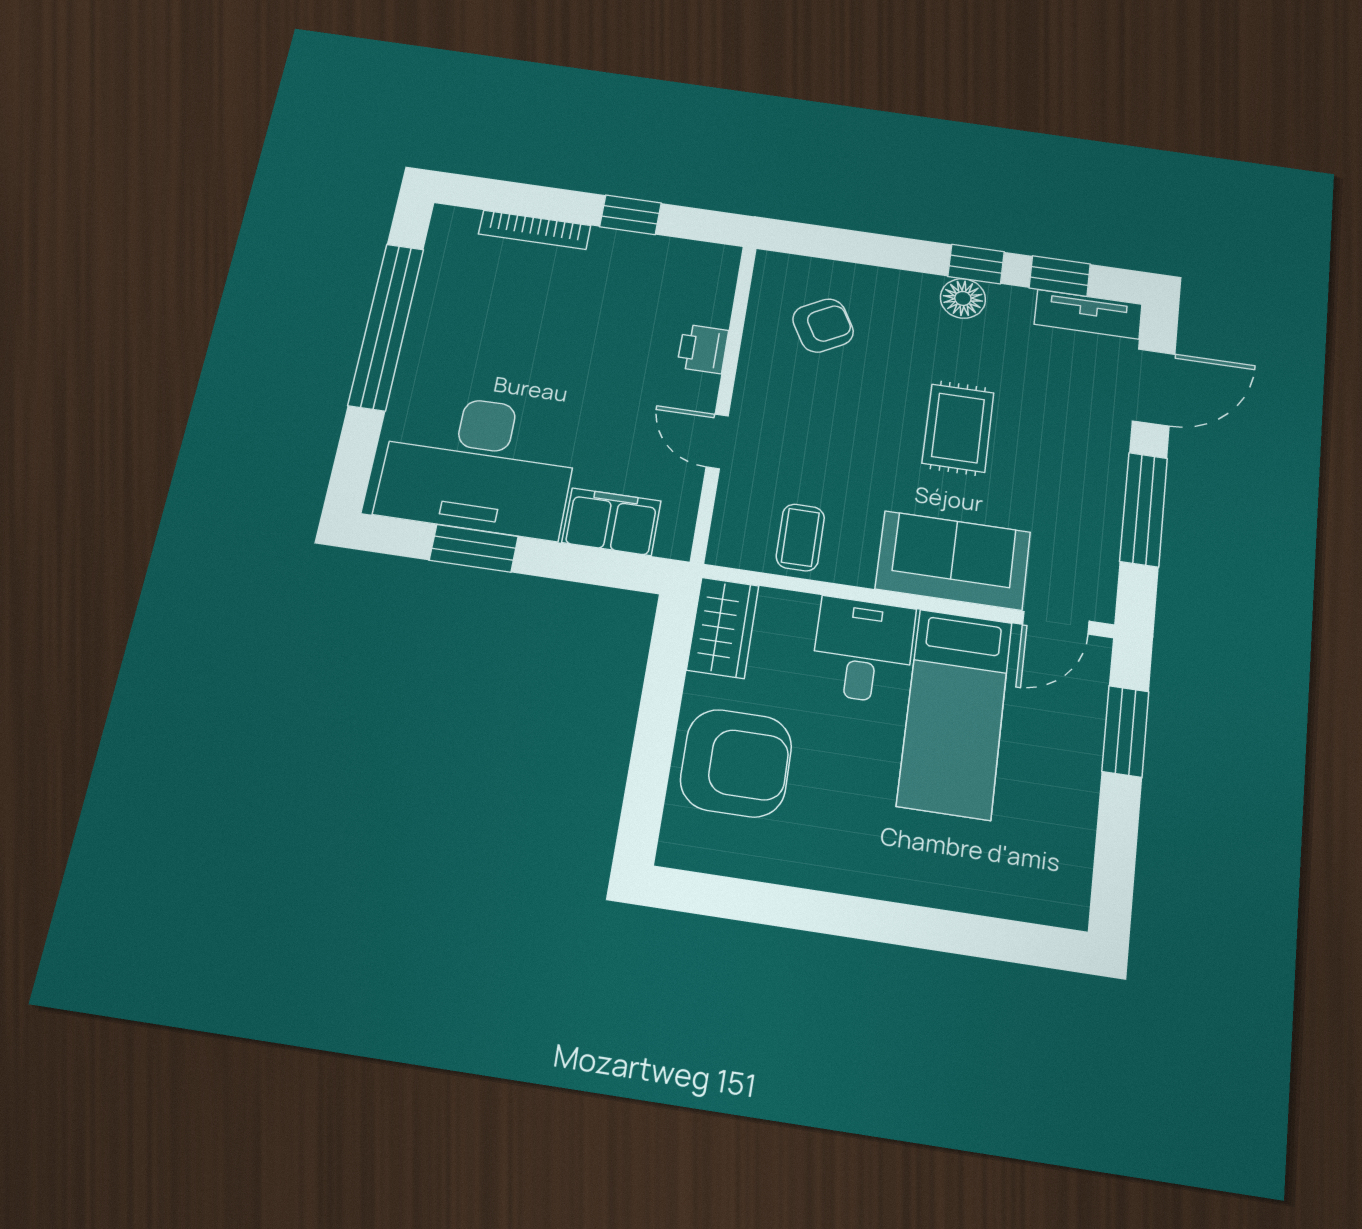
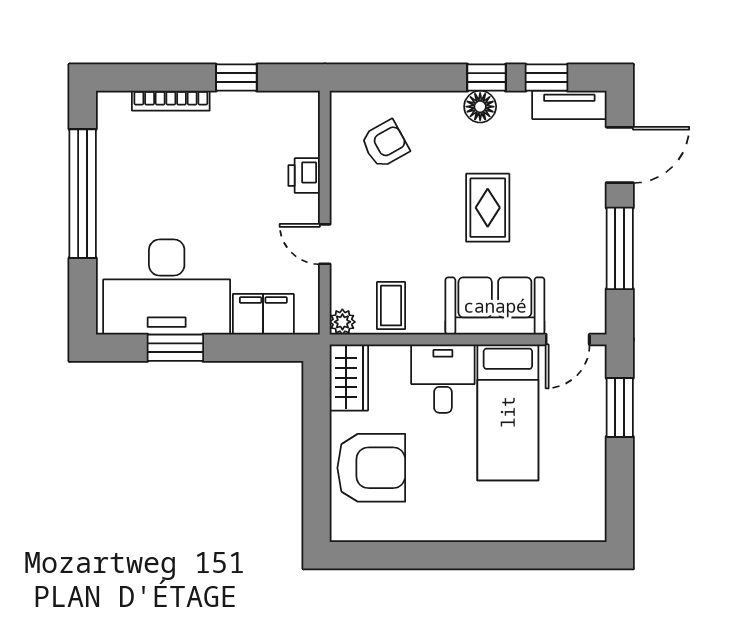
plant: (726, 549) -> (342, 322), added

